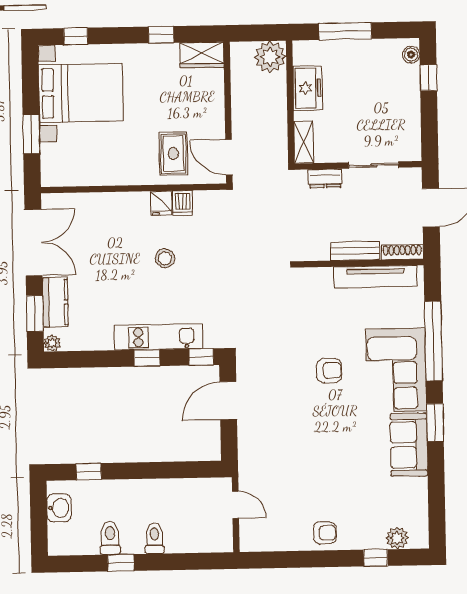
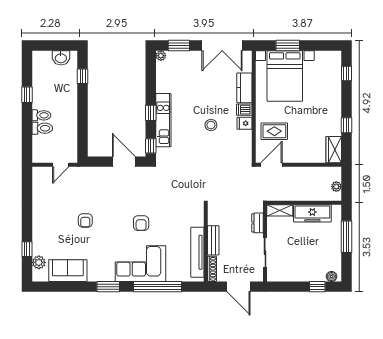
plant: (270, 57) -> (336, 187), width x0.53, depth x0.53
freezer: (308, 88) -> (312, 213), width x1.40
bed with nightstands: (81, 93) -> (285, 76), moved
dishwasher: (183, 203) -> (244, 110), moved
kitchen counter: (55, 302) -> (244, 88), moved, turned 90
sofa: (409, 445) -> (68, 271), moved
armchair: (325, 533) -> (85, 220), moved
toilet: (110, 538) -> (42, 128), moved

